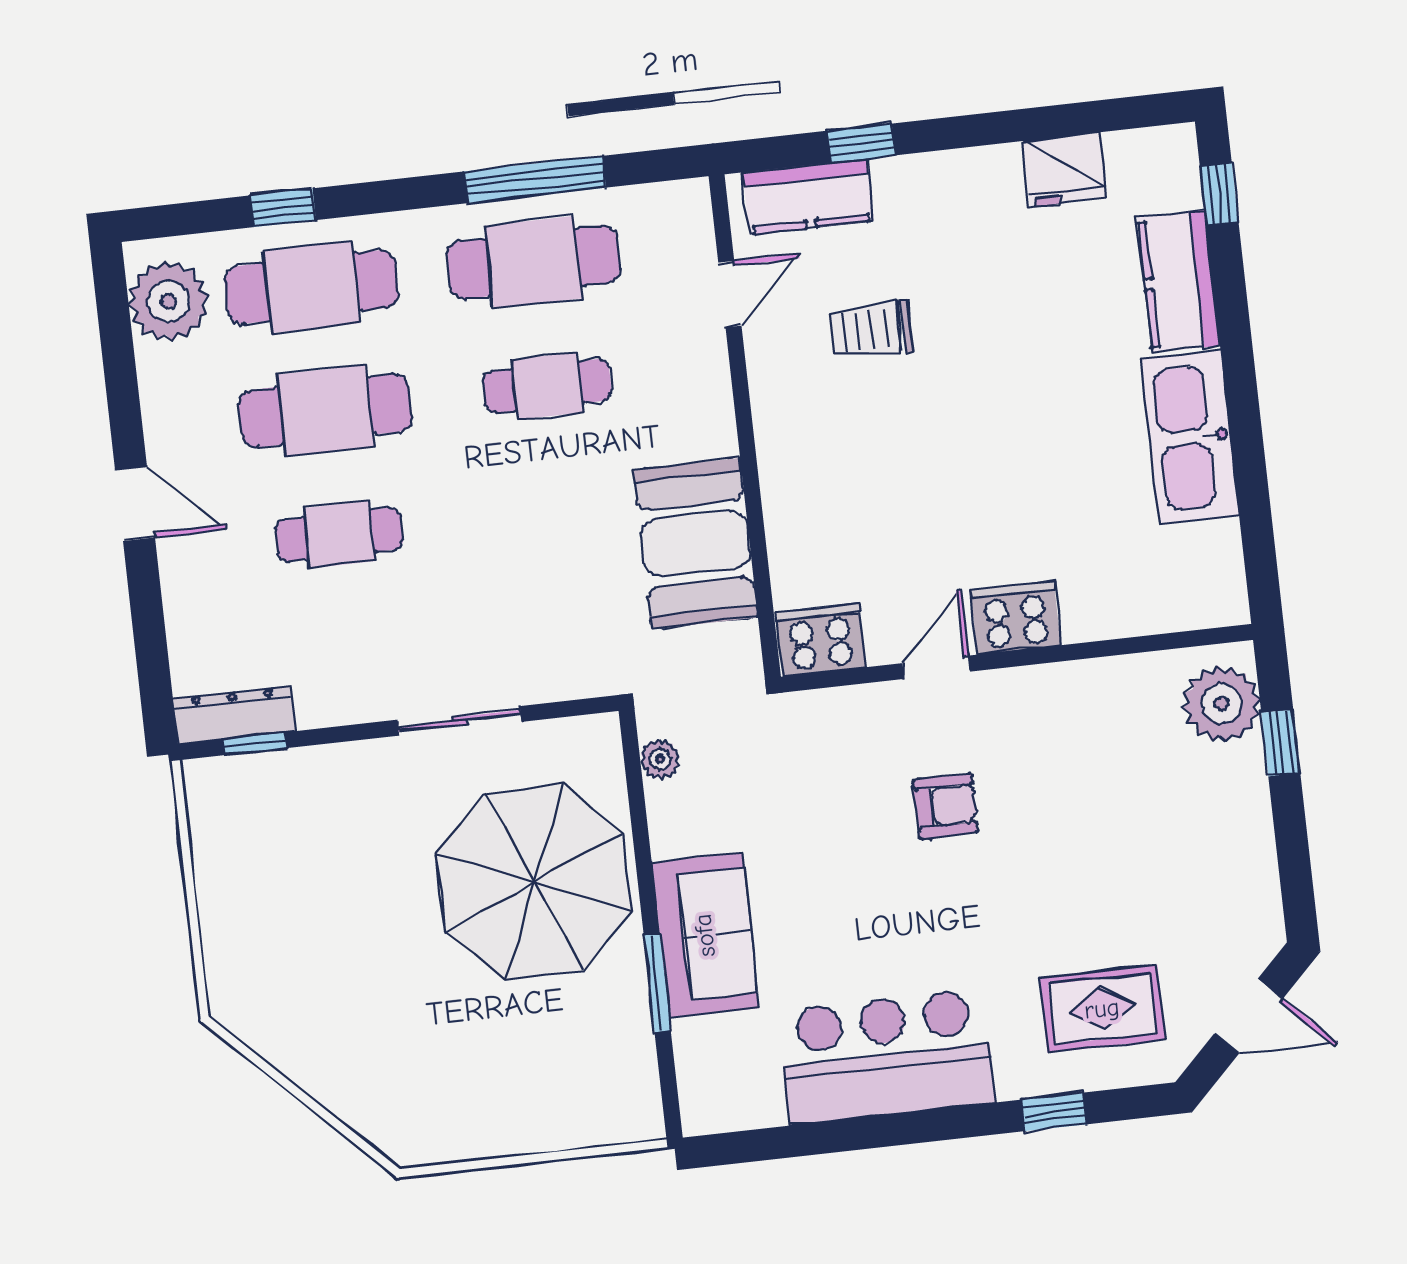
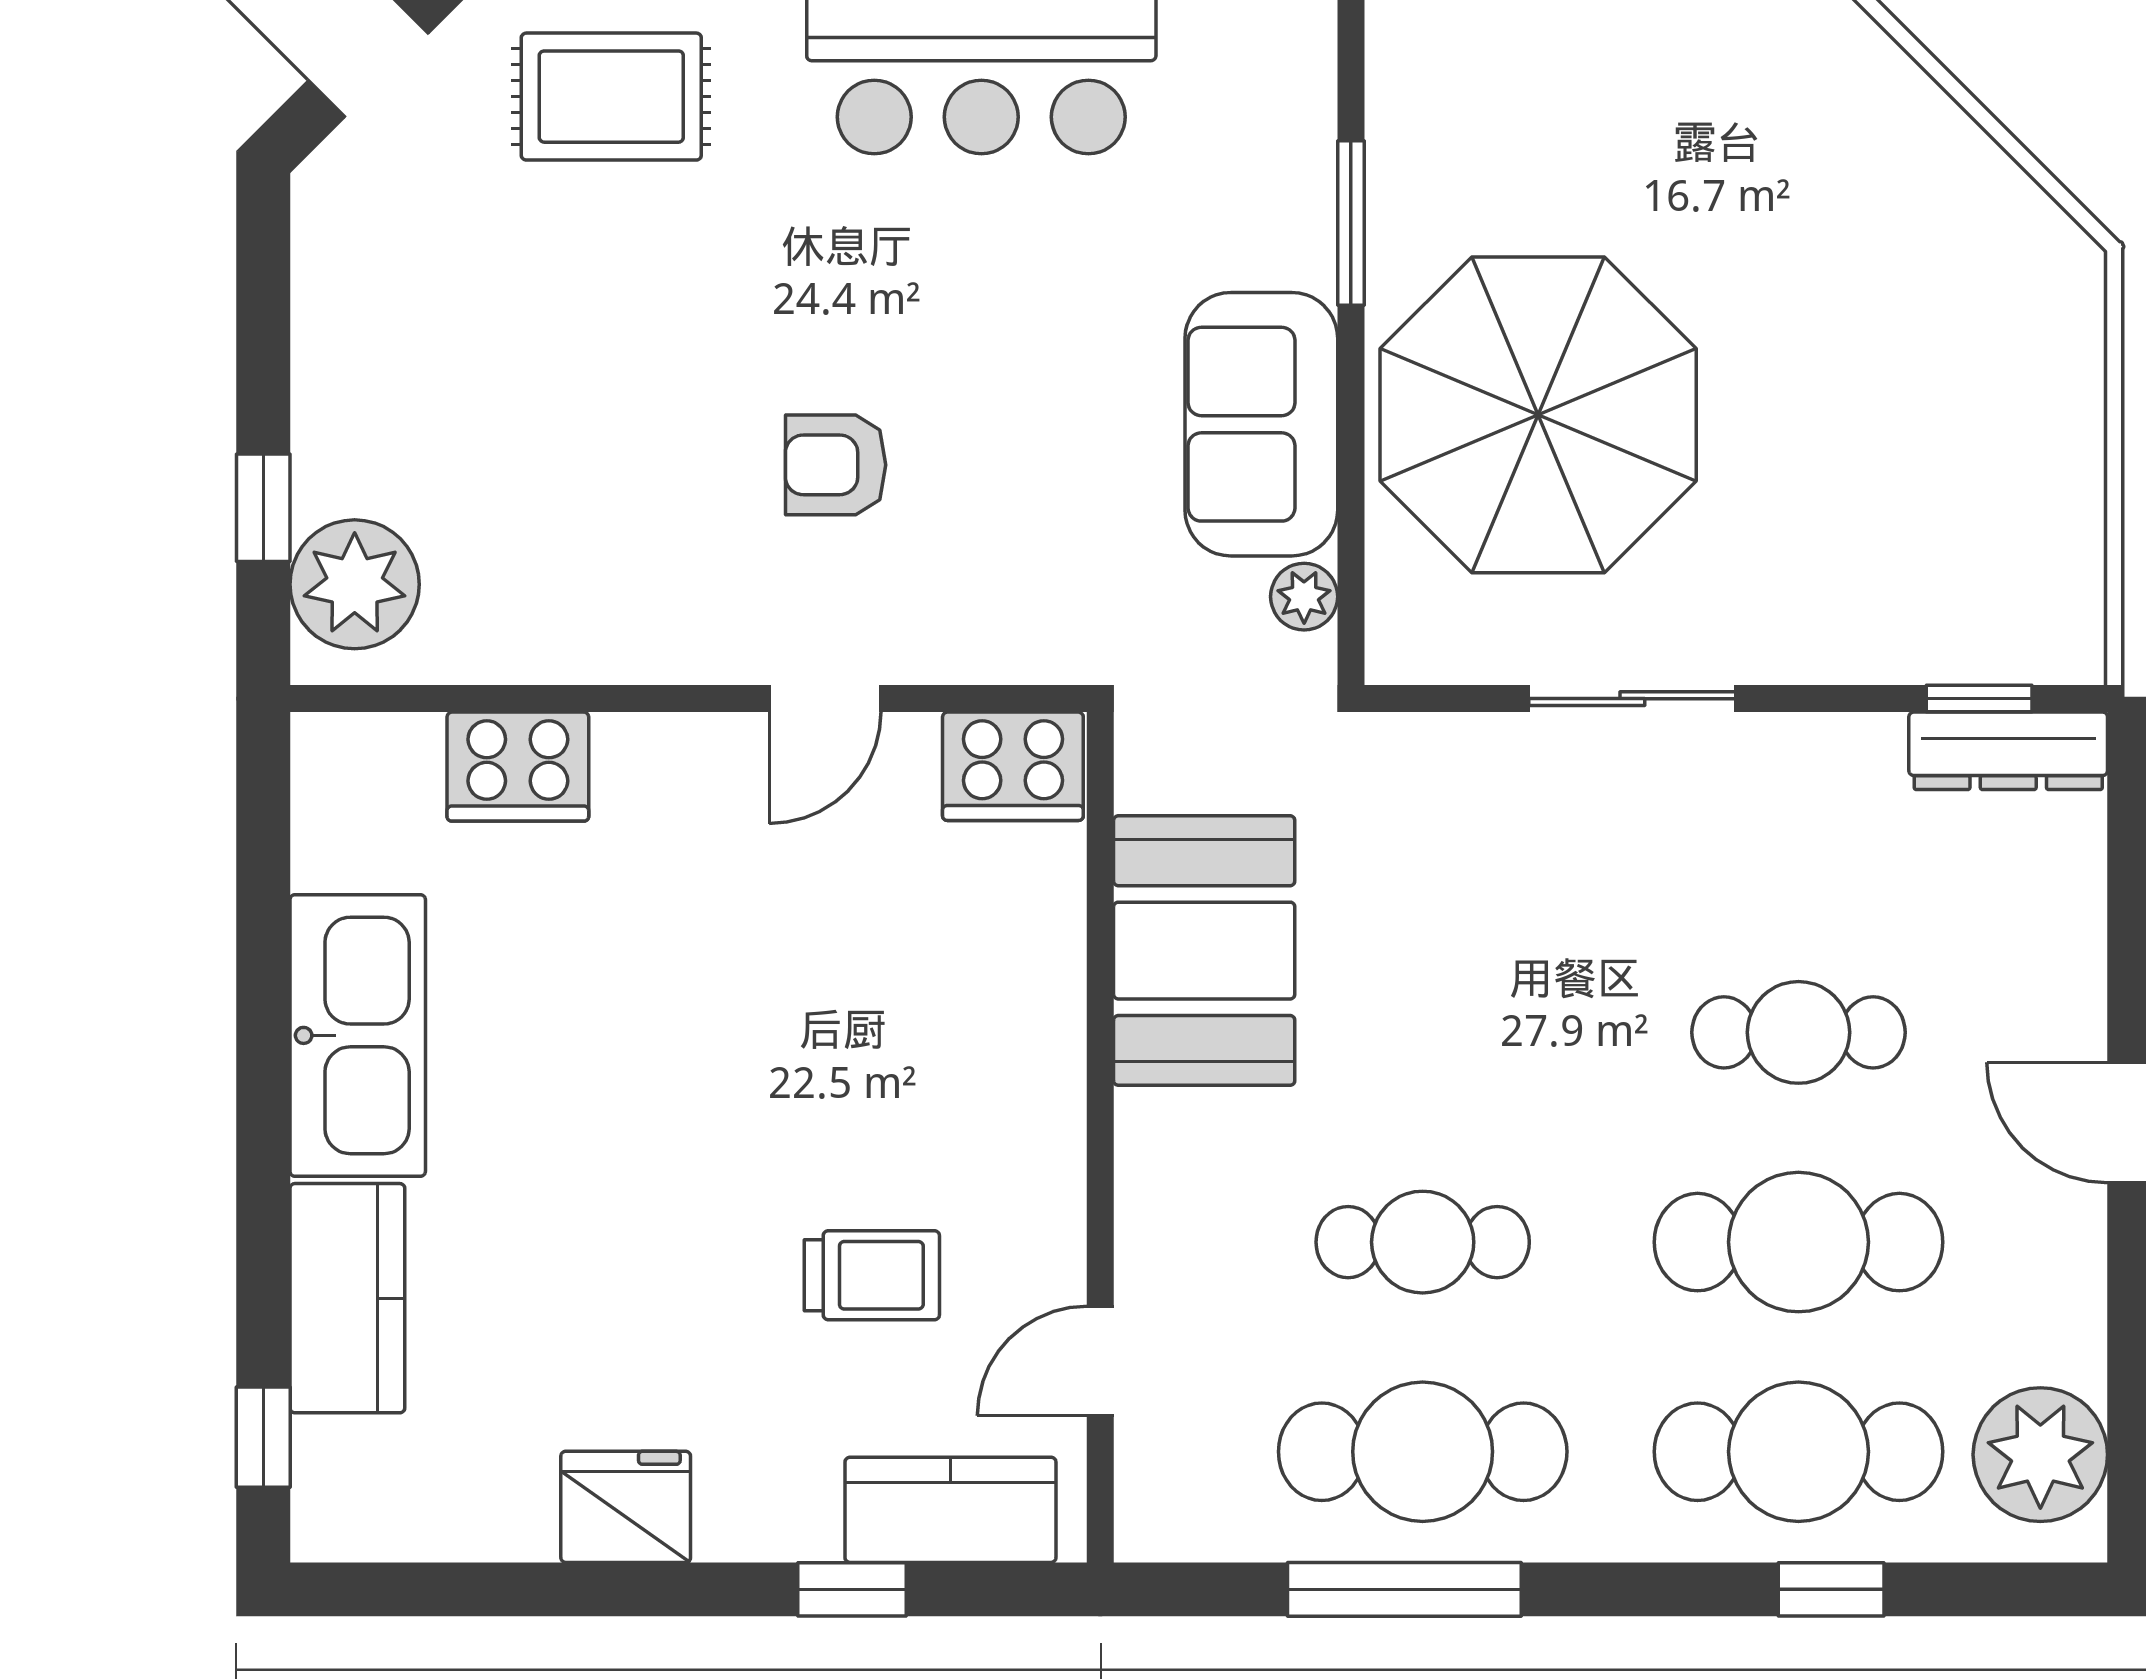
fridge: (1064, 170) -> (626, 1507), moved
cooker: (1016, 618) -> (518, 767), moved
sofa: (705, 935) -> (1261, 424), moved

